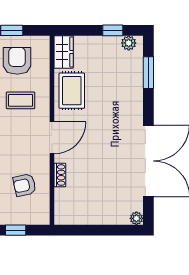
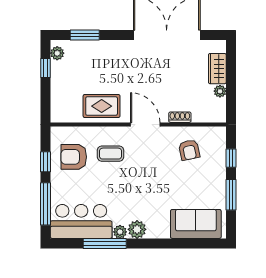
wardrobe: (64, 52) -> (217, 69), moved, turned -90
coffee table: (21, 100) -> (111, 154), turned 90
plant: (136, 218) -> (220, 91), moved

